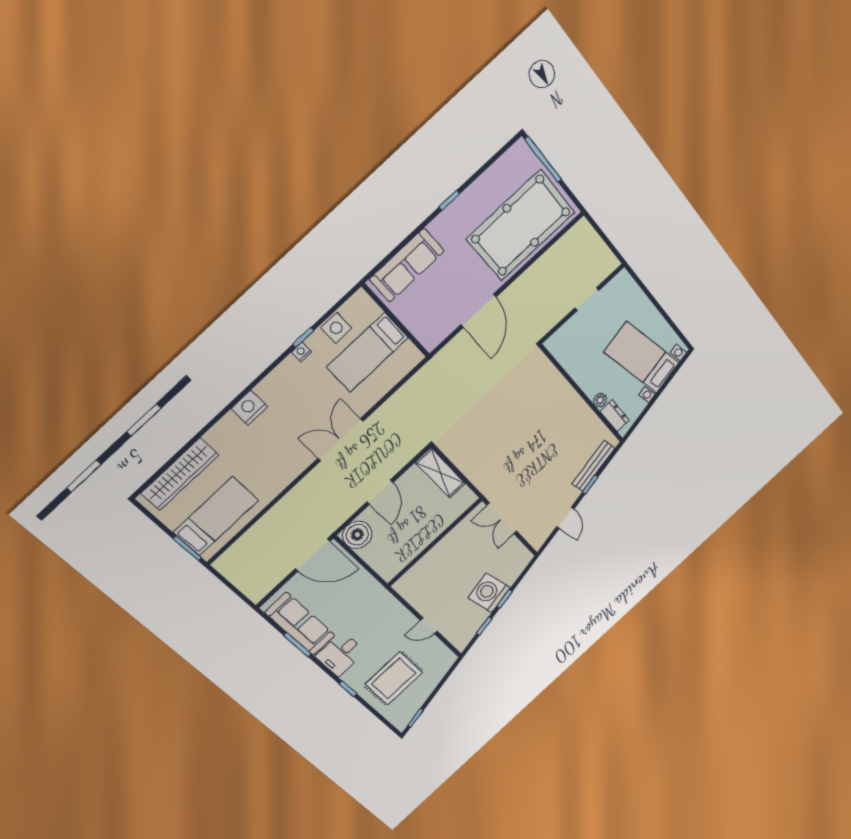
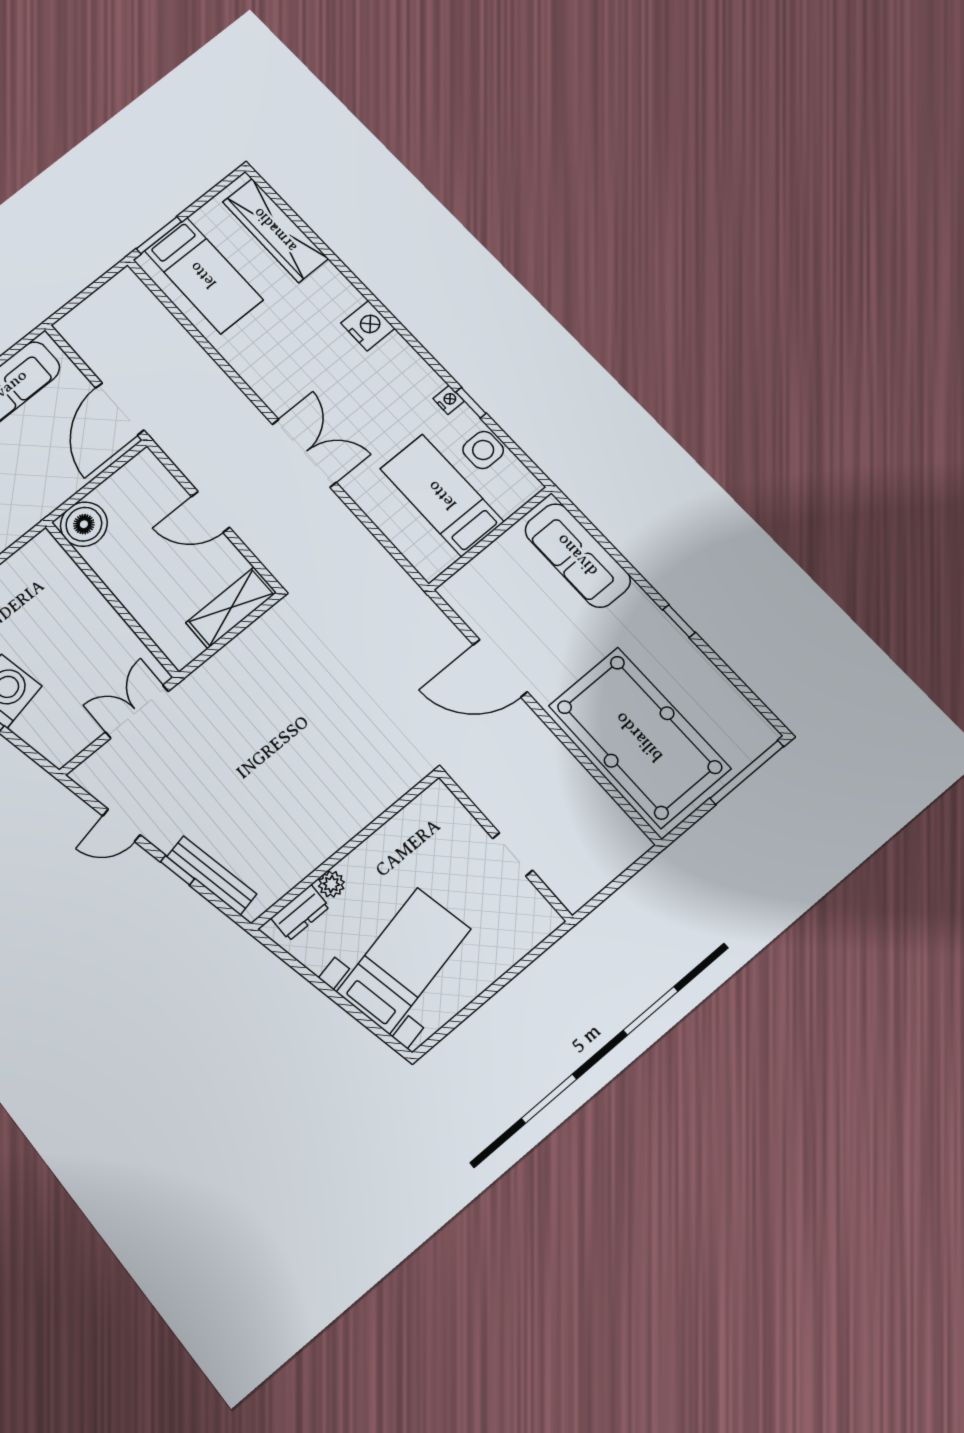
boiler: (357, 535) -> (84, 524), moved

